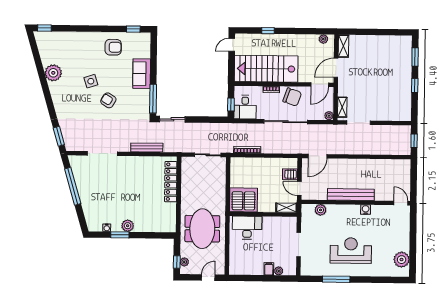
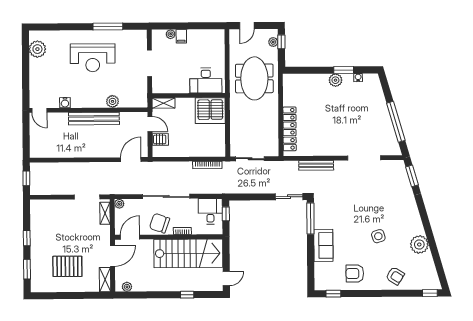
pallet: (378, 59) -> (67, 266), added
armchair: (108, 100) -> (395, 276), moved
plant: (321, 210) -> (112, 101), moved
water cooler: (366, 210) -> (65, 103), moved

